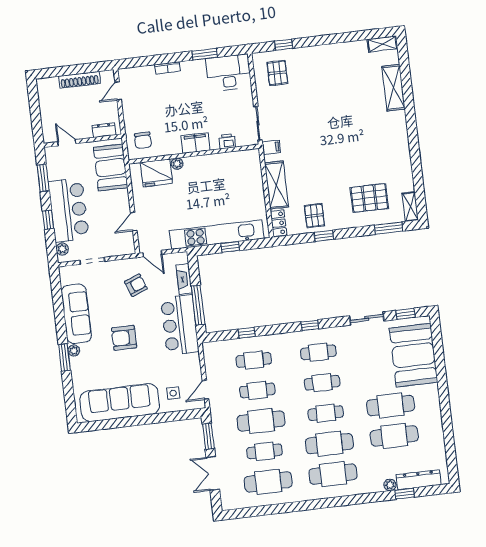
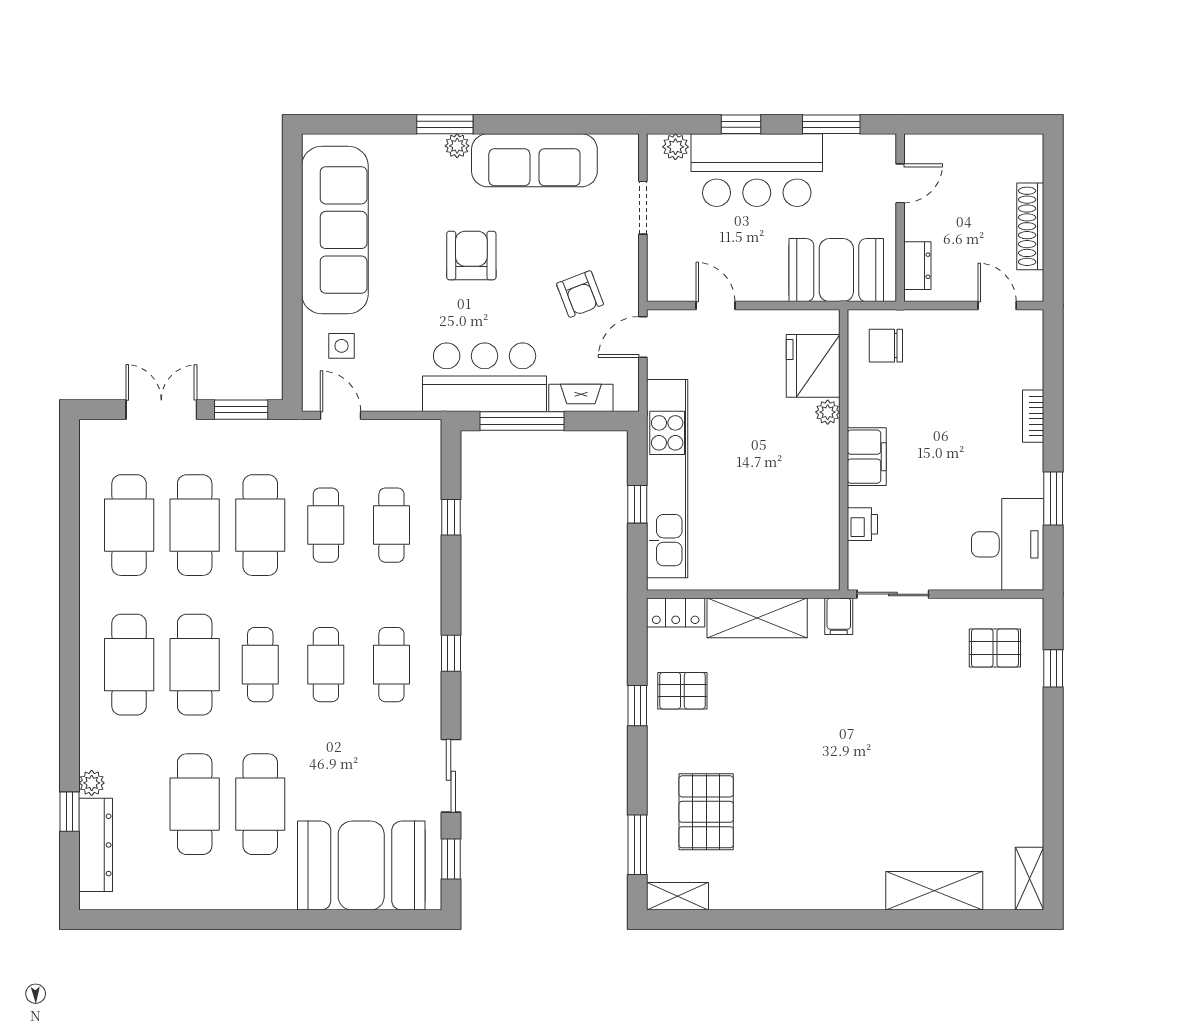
cafe table: (265, 451) -> (195, 525), width x1.37, depth x1.35

